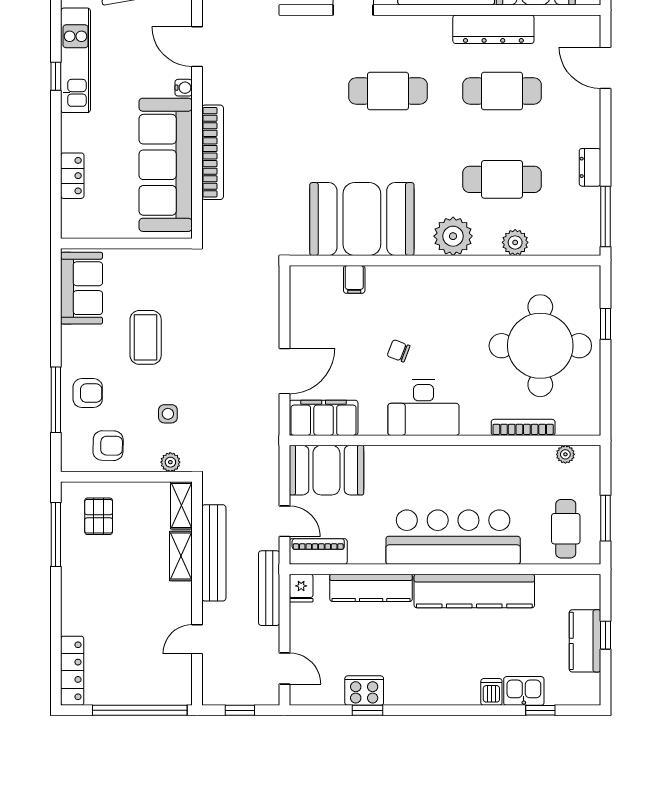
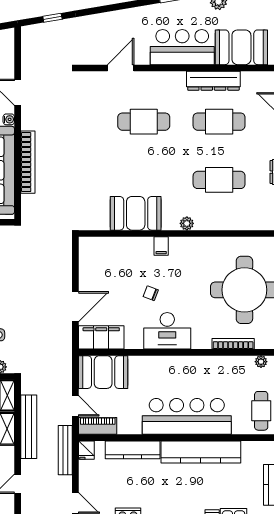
booth: (362, 219) -> (136, 213), width x0.73, depth x0.70
plant: (453, 236) -> (187, 223), width x0.53, depth x0.53
plant: (515, 242) -> (228, 222), removed
filing cabinet: (354, 279) -> (161, 246), moved

